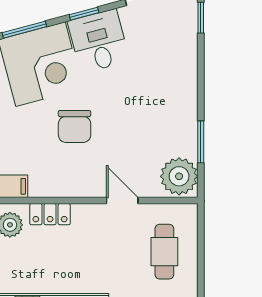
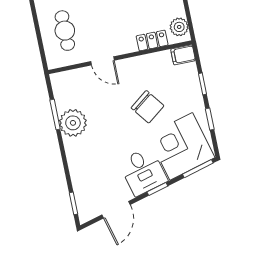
chair: (75, 126) -> (148, 107), turned 143
plant: (179, 176) -> (73, 123), moved

